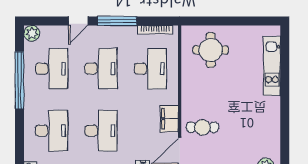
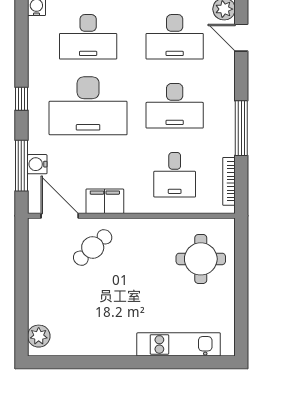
door: (78, 21) -> (241, 38), moved
desk: (150, 69) -> (175, 175), width x0.73
cafe table: (202, 127) -> (93, 248), turned 48
desk: (101, 131) -> (88, 106), width x1.36, depth x1.30

